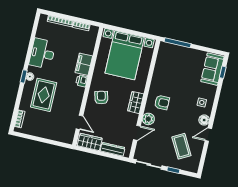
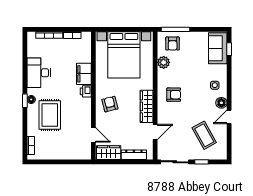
armchair: (172, 55) -> (173, 44), added
wardrobe: (136, 102) -> (147, 106), width x1.50
plant: (148, 119) -> (164, 62), moved

